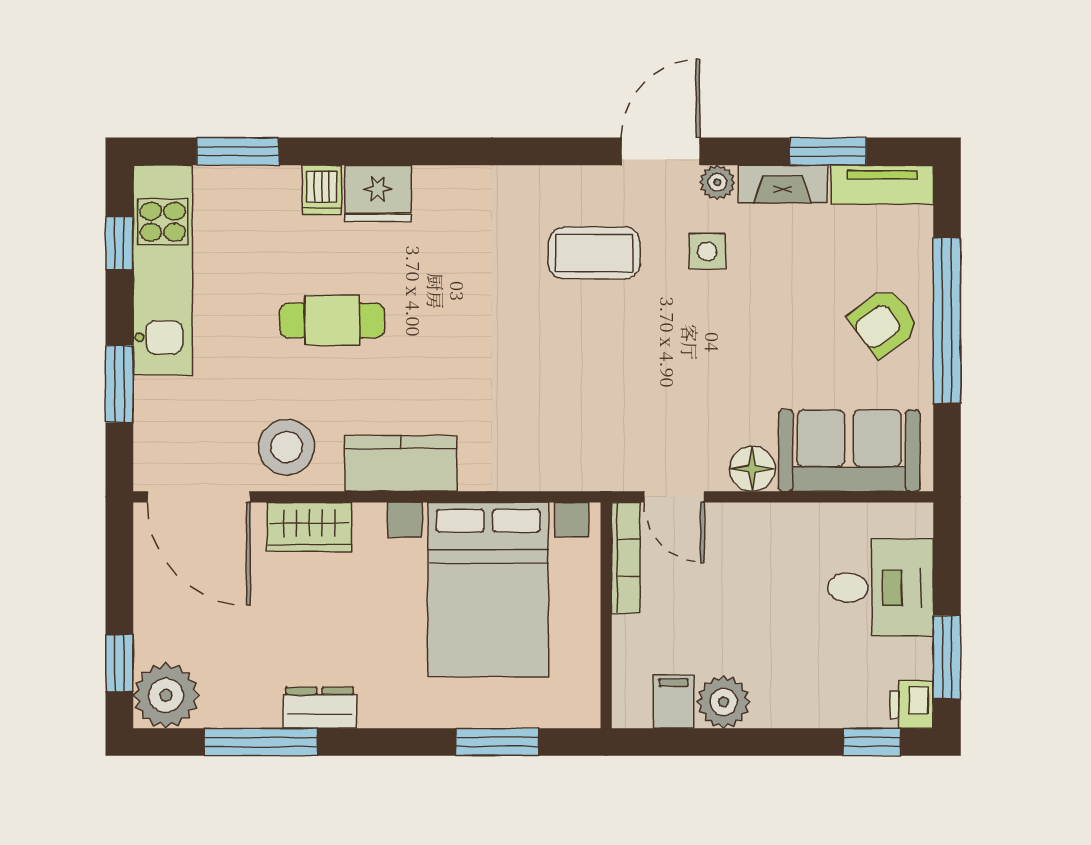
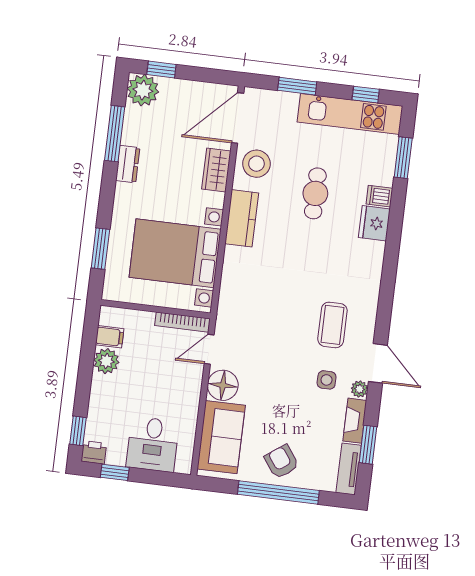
floor lamp: (752, 469) -> (223, 385), width x1.38, depth x1.38
window: (947, 657) -> (115, 472), width x0.67

